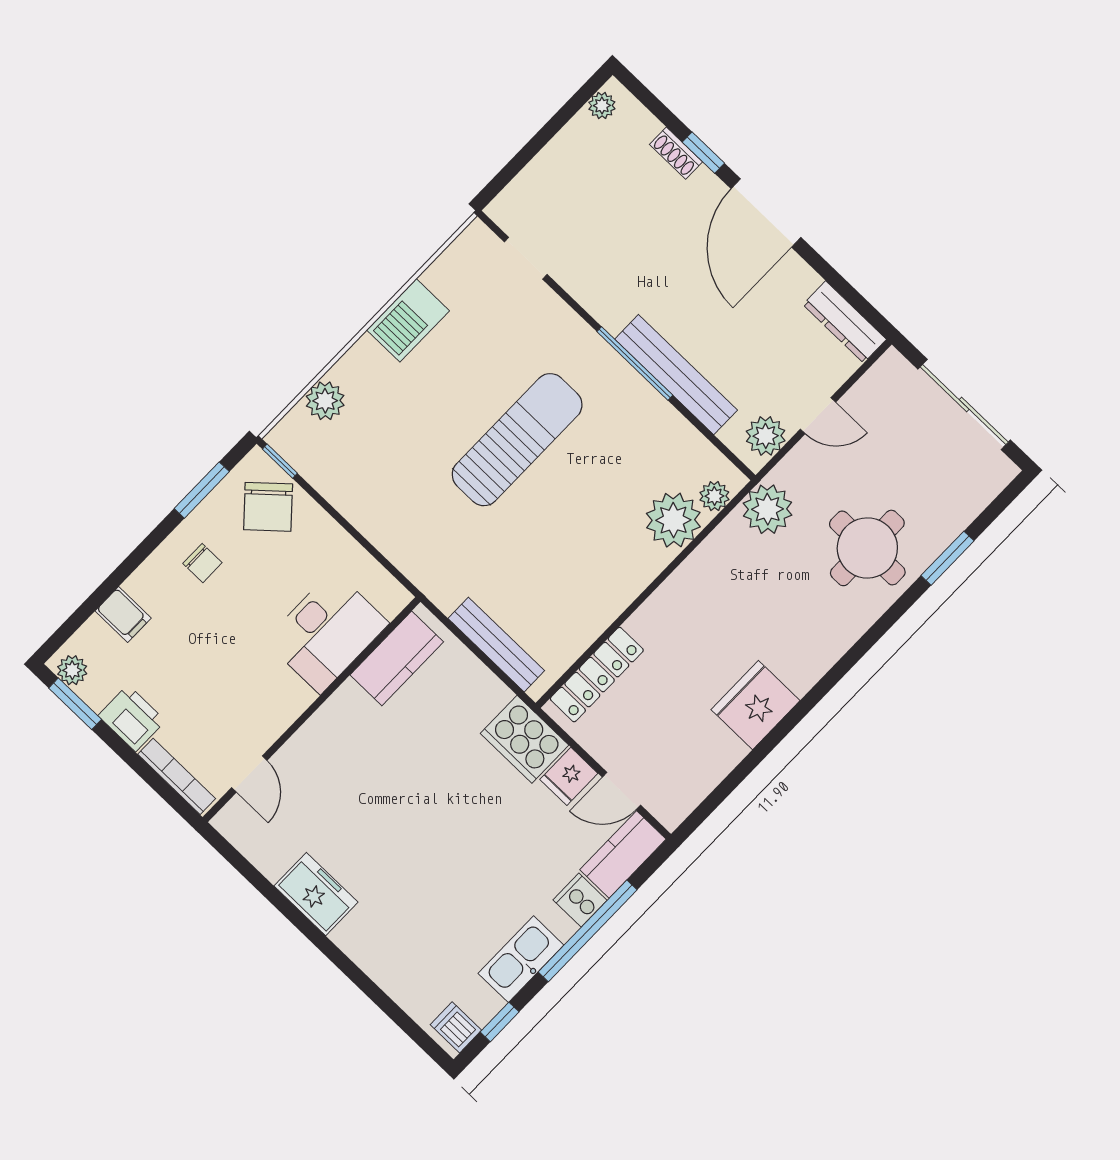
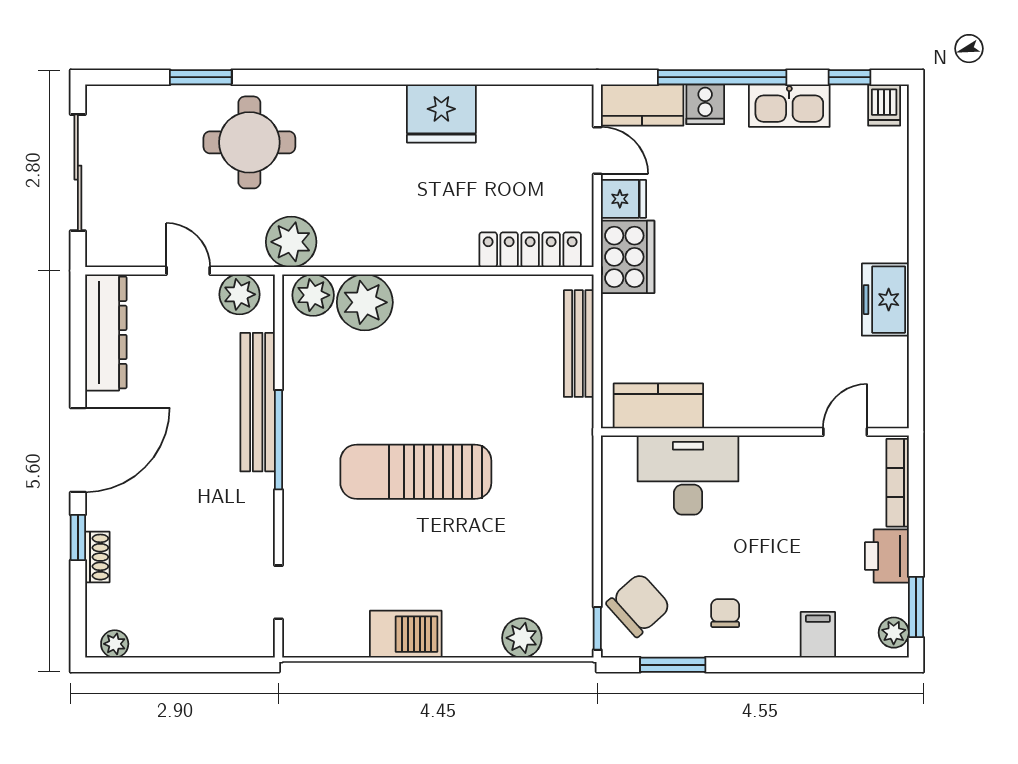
dresser: (845, 322) -> (106, 332), width x1.37, depth x1.24
plant: (714, 496) -> (313, 295), width x1.38, depth x1.38

